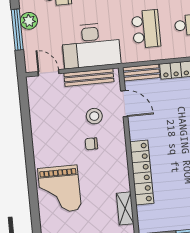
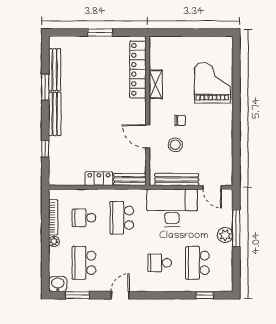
door: (124, 104) -> (148, 136), moved
locker: (142, 172) -> (138, 69), moved
shelving: (125, 208) -> (156, 84), moved

